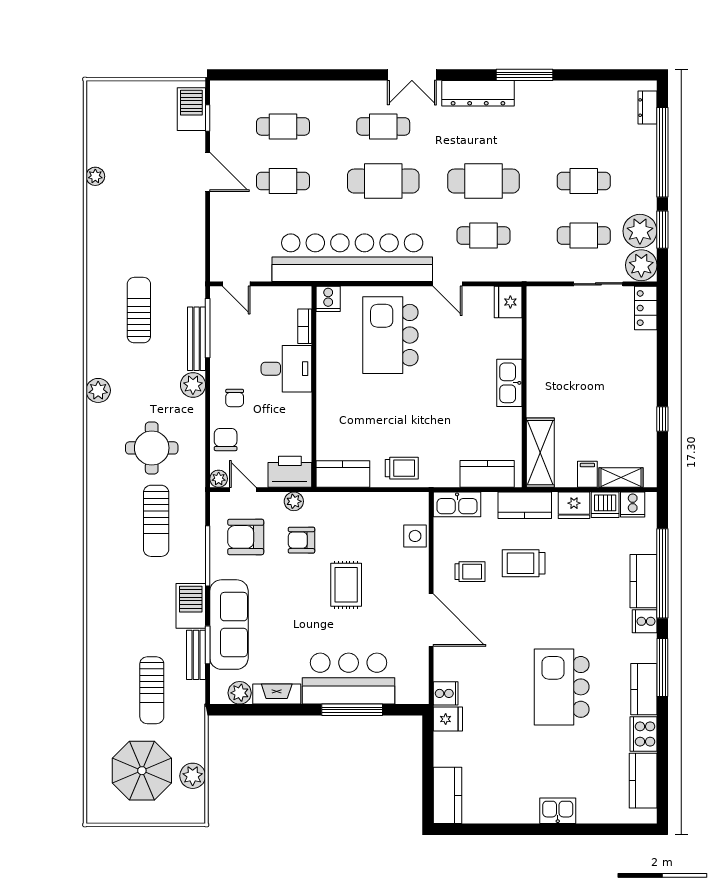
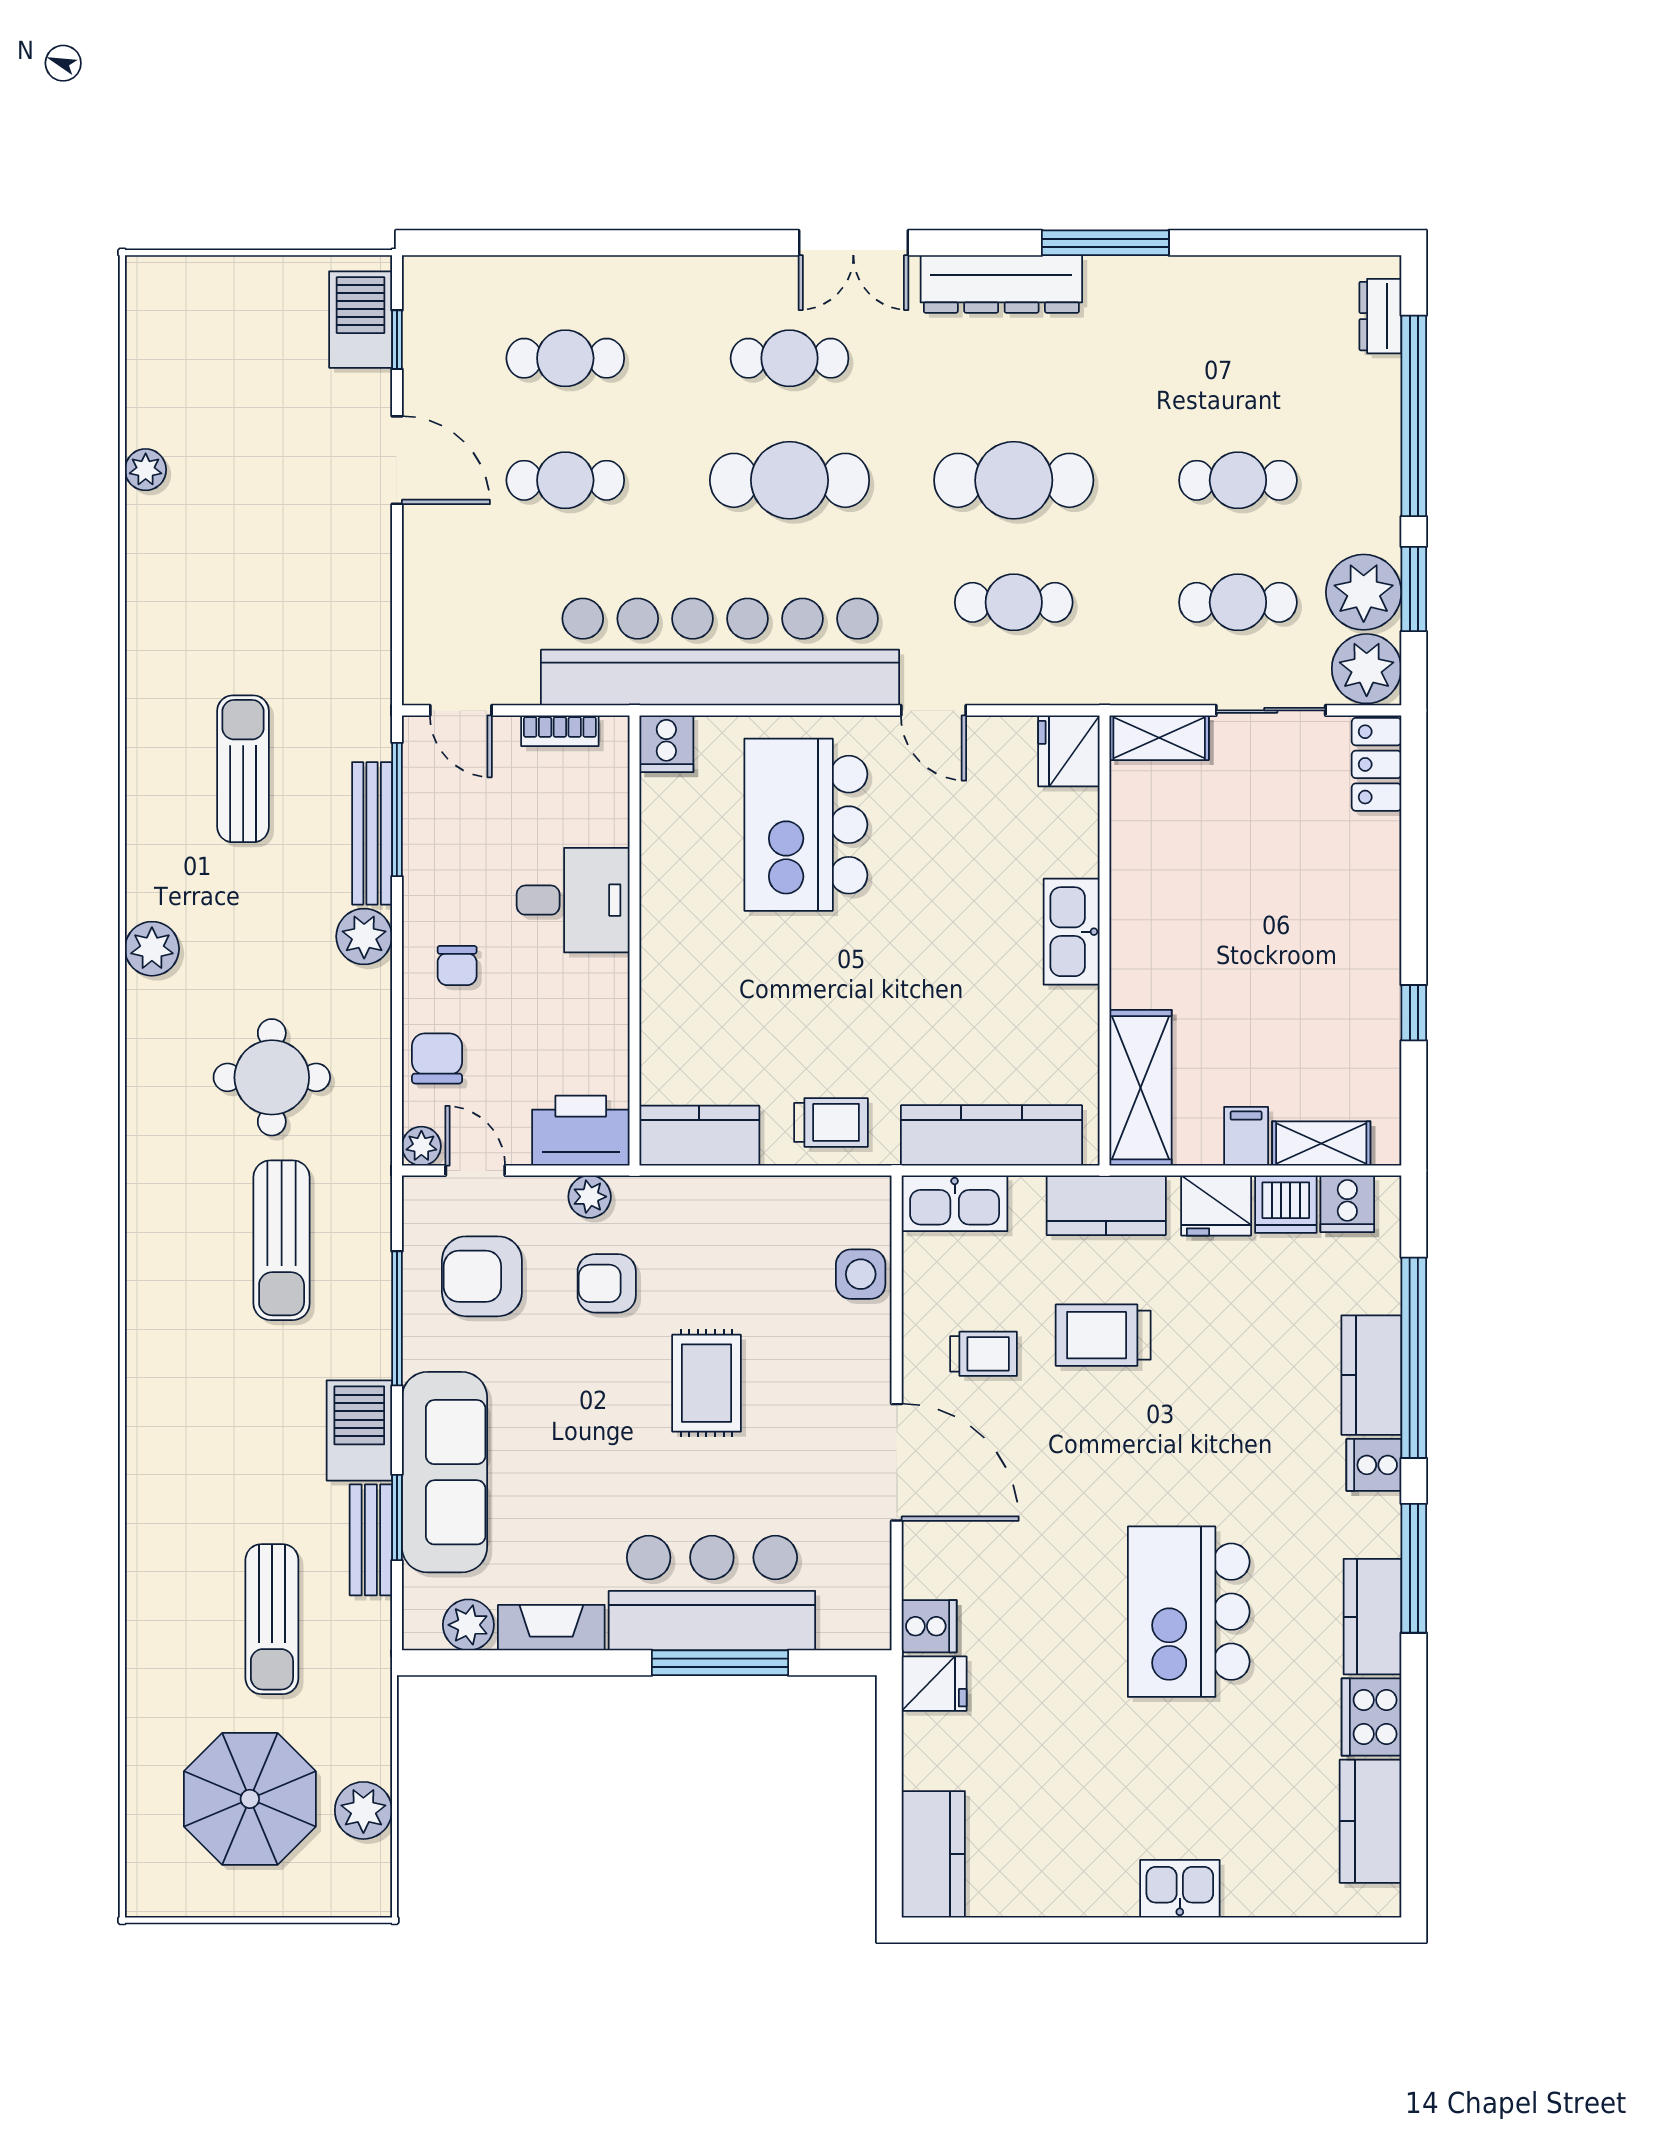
shelving: (548, 296) -> (1159, 738), added
bookcase: (305, 326) -> (560, 731), moved, turned -90
kitchen counter: (487, 474) -> (991, 1135), width x1.50

